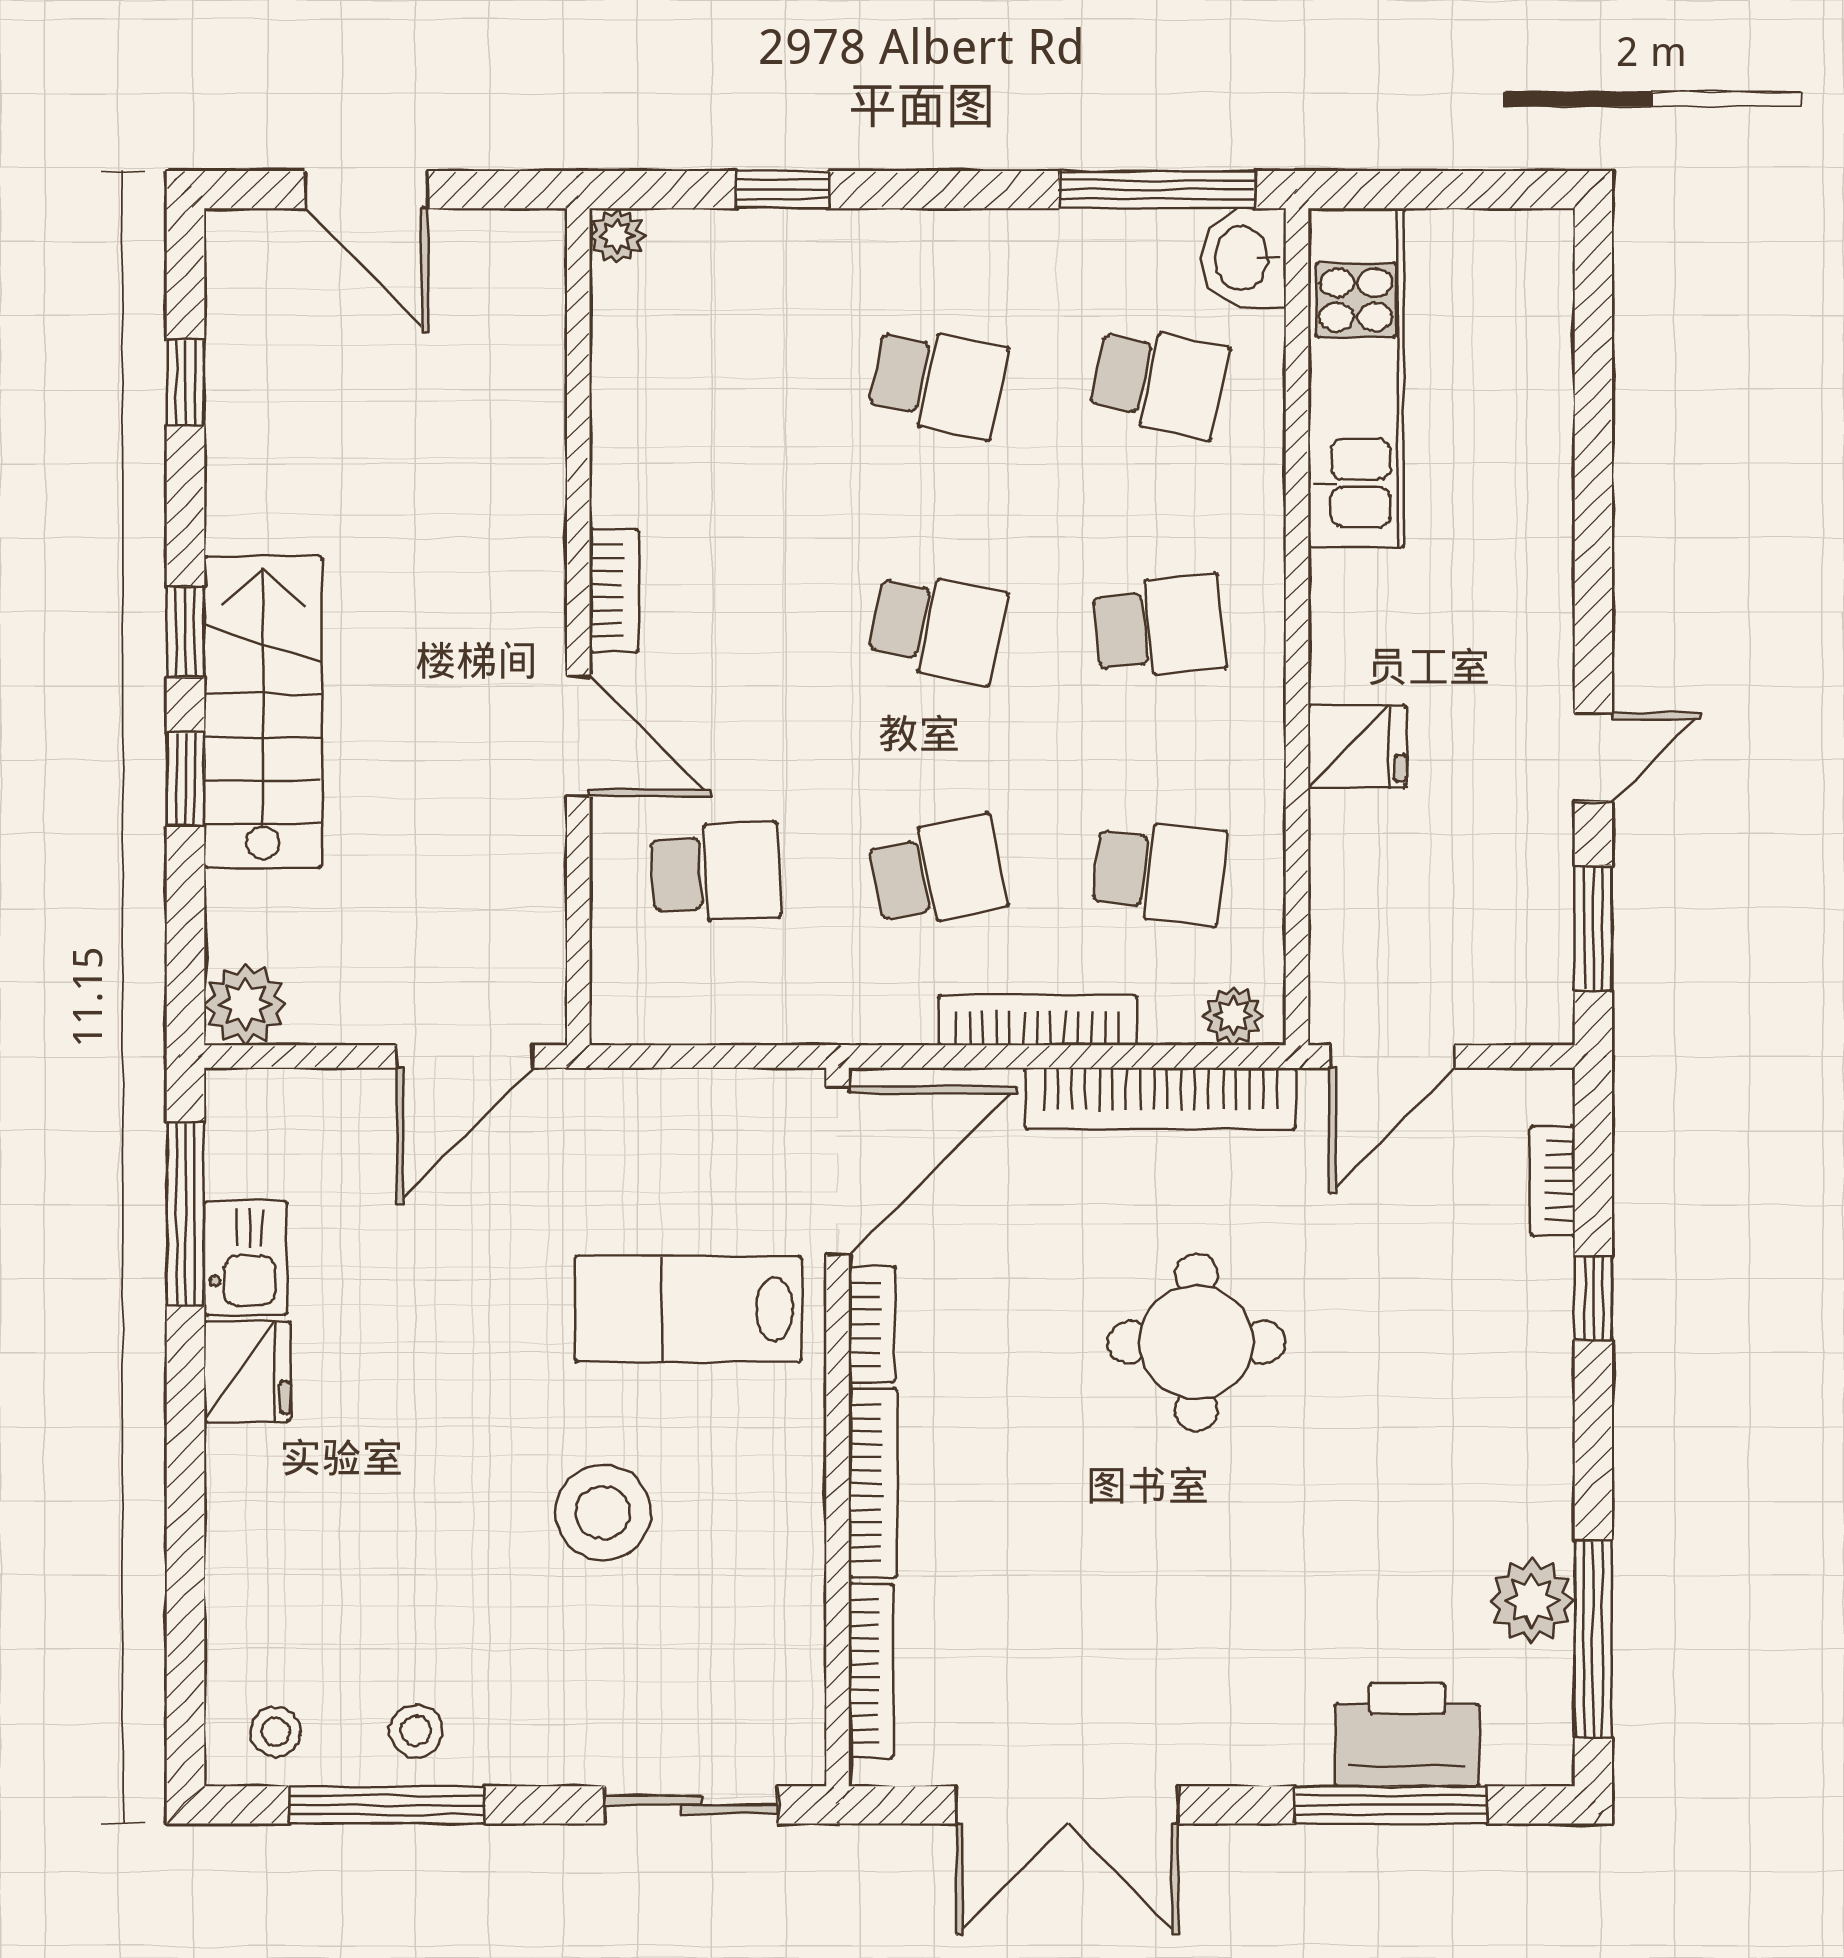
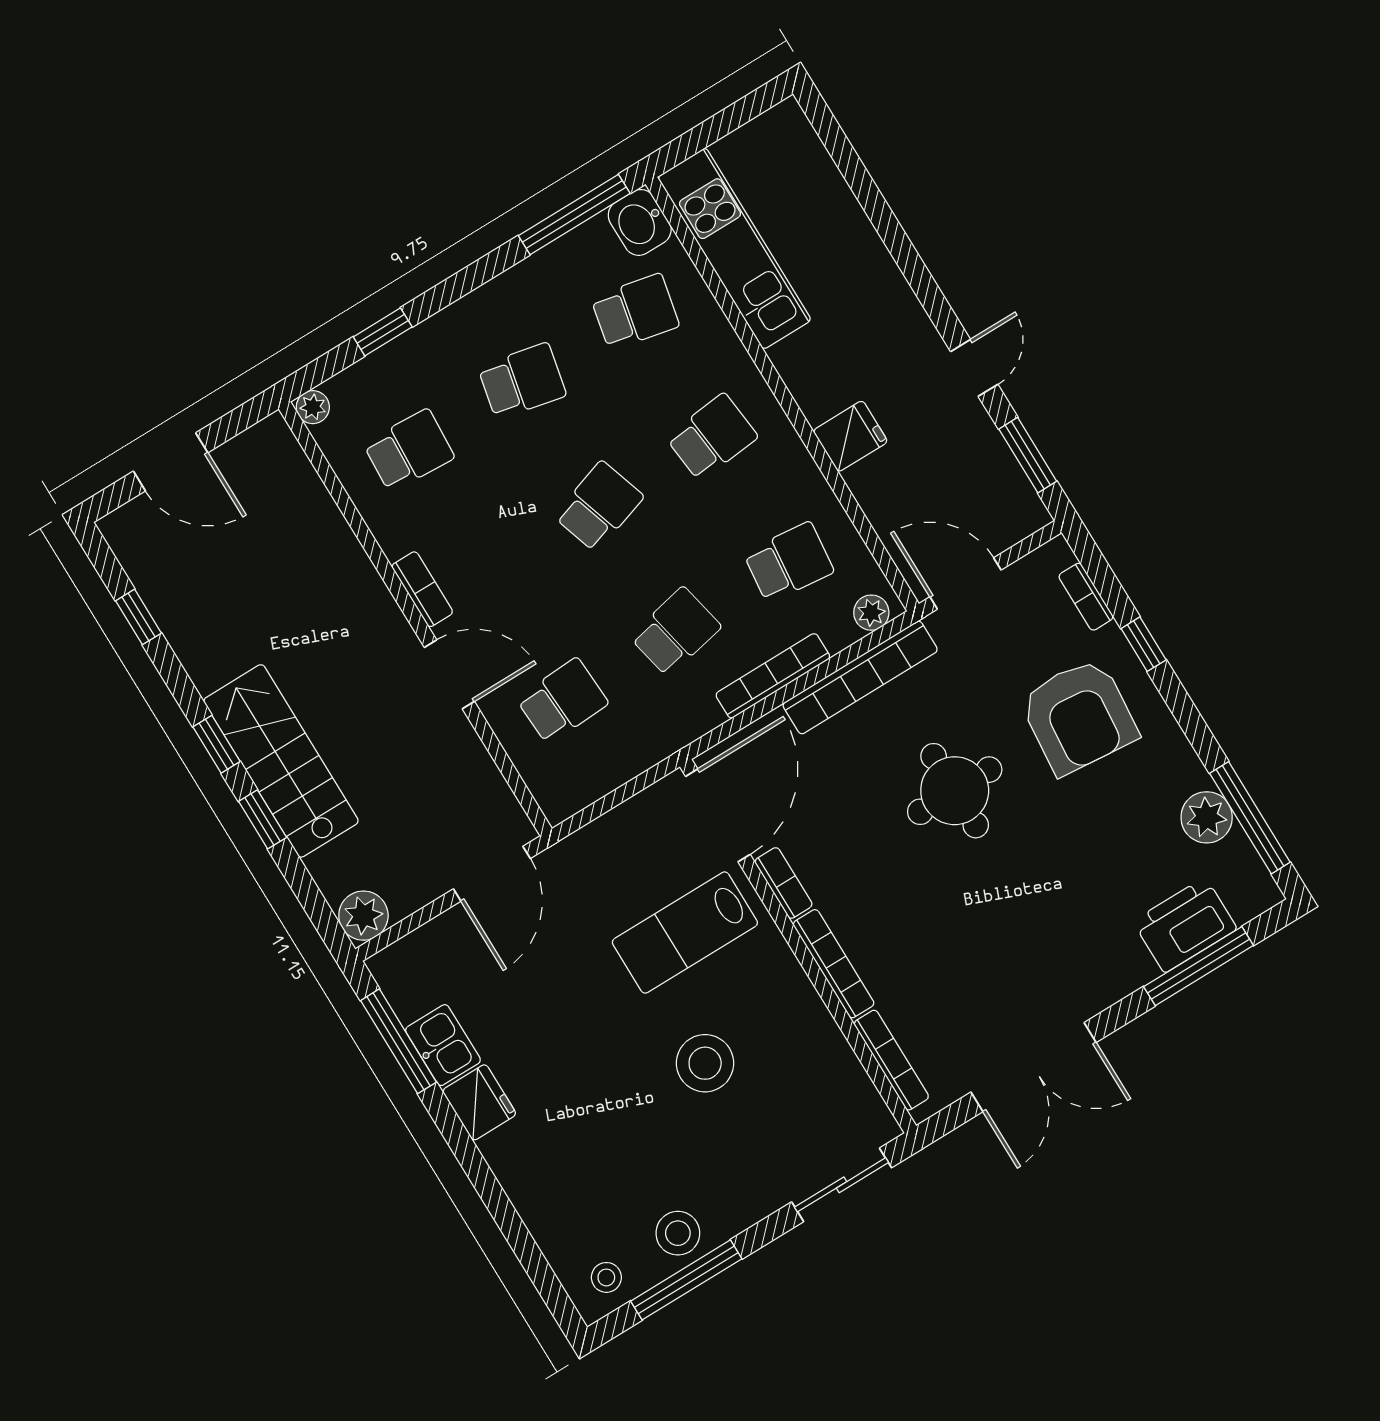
school desk: (716, 381) -> (409, 450), added
school desk: (938, 627) -> (599, 506), turned -30
door: (1393, 1057) -> (965, 583), swing flipped
armchair: (1438, 1344) -> (1079, 716), added
stool: (416, 1731) -> (678, 1233), width x1.37, depth x1.37

